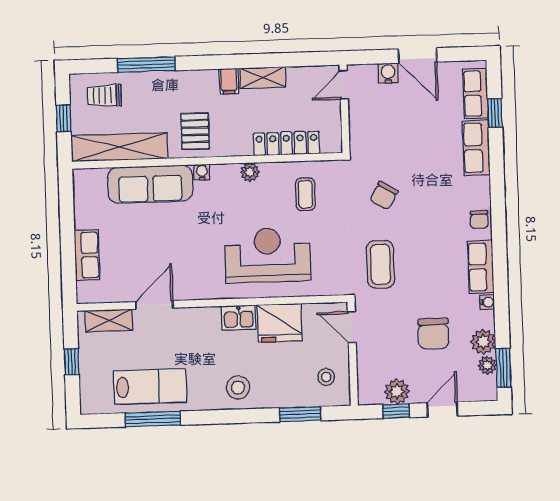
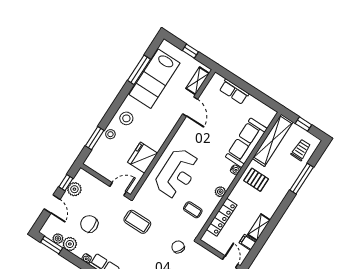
filing cabinet: (229, 81) -> (248, 242), moved
chair: (384, 195) -> (178, 247), moved
kitchen sink: (239, 318) -> (158, 141), removed
stool: (326, 377) -> (110, 134), moved
lab bench: (150, 387) -> (154, 79), width x1.36, depth x1.39

